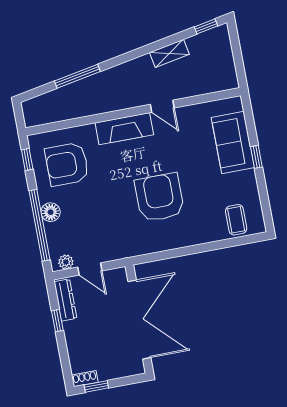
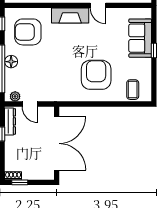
armchair: (159, 197) -> (96, 75), moved

